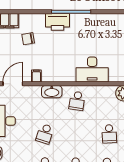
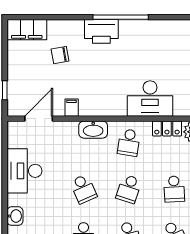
locker: (104, 91) -> (167, 129), added
school desk: (45, 134) -> (83, 189), turned -42
school desk: (77, 134) -> (129, 189), added

